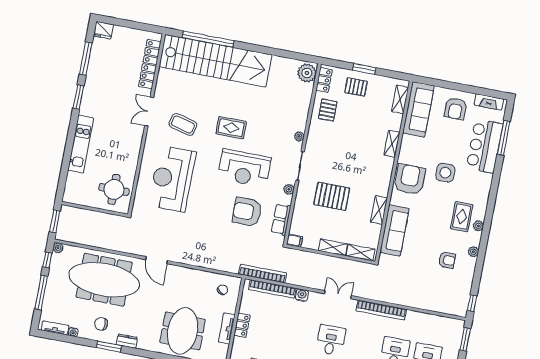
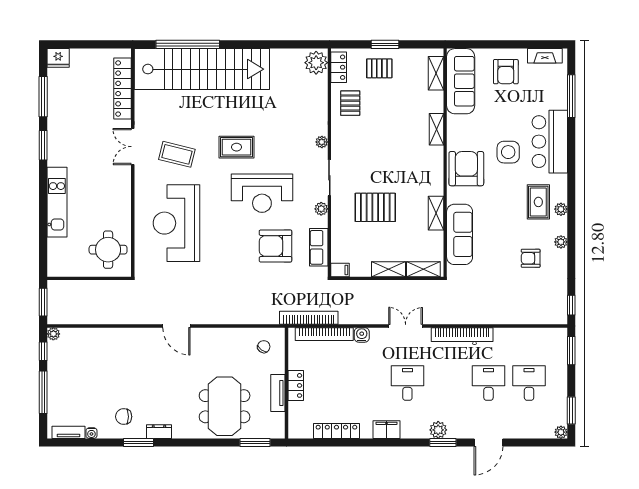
bar counter: (484, 146) -> (550, 142), moved
armchair: (447, 260) -> (531, 258), turned 180
meeting table: (104, 280) -> (117, 362), removed

